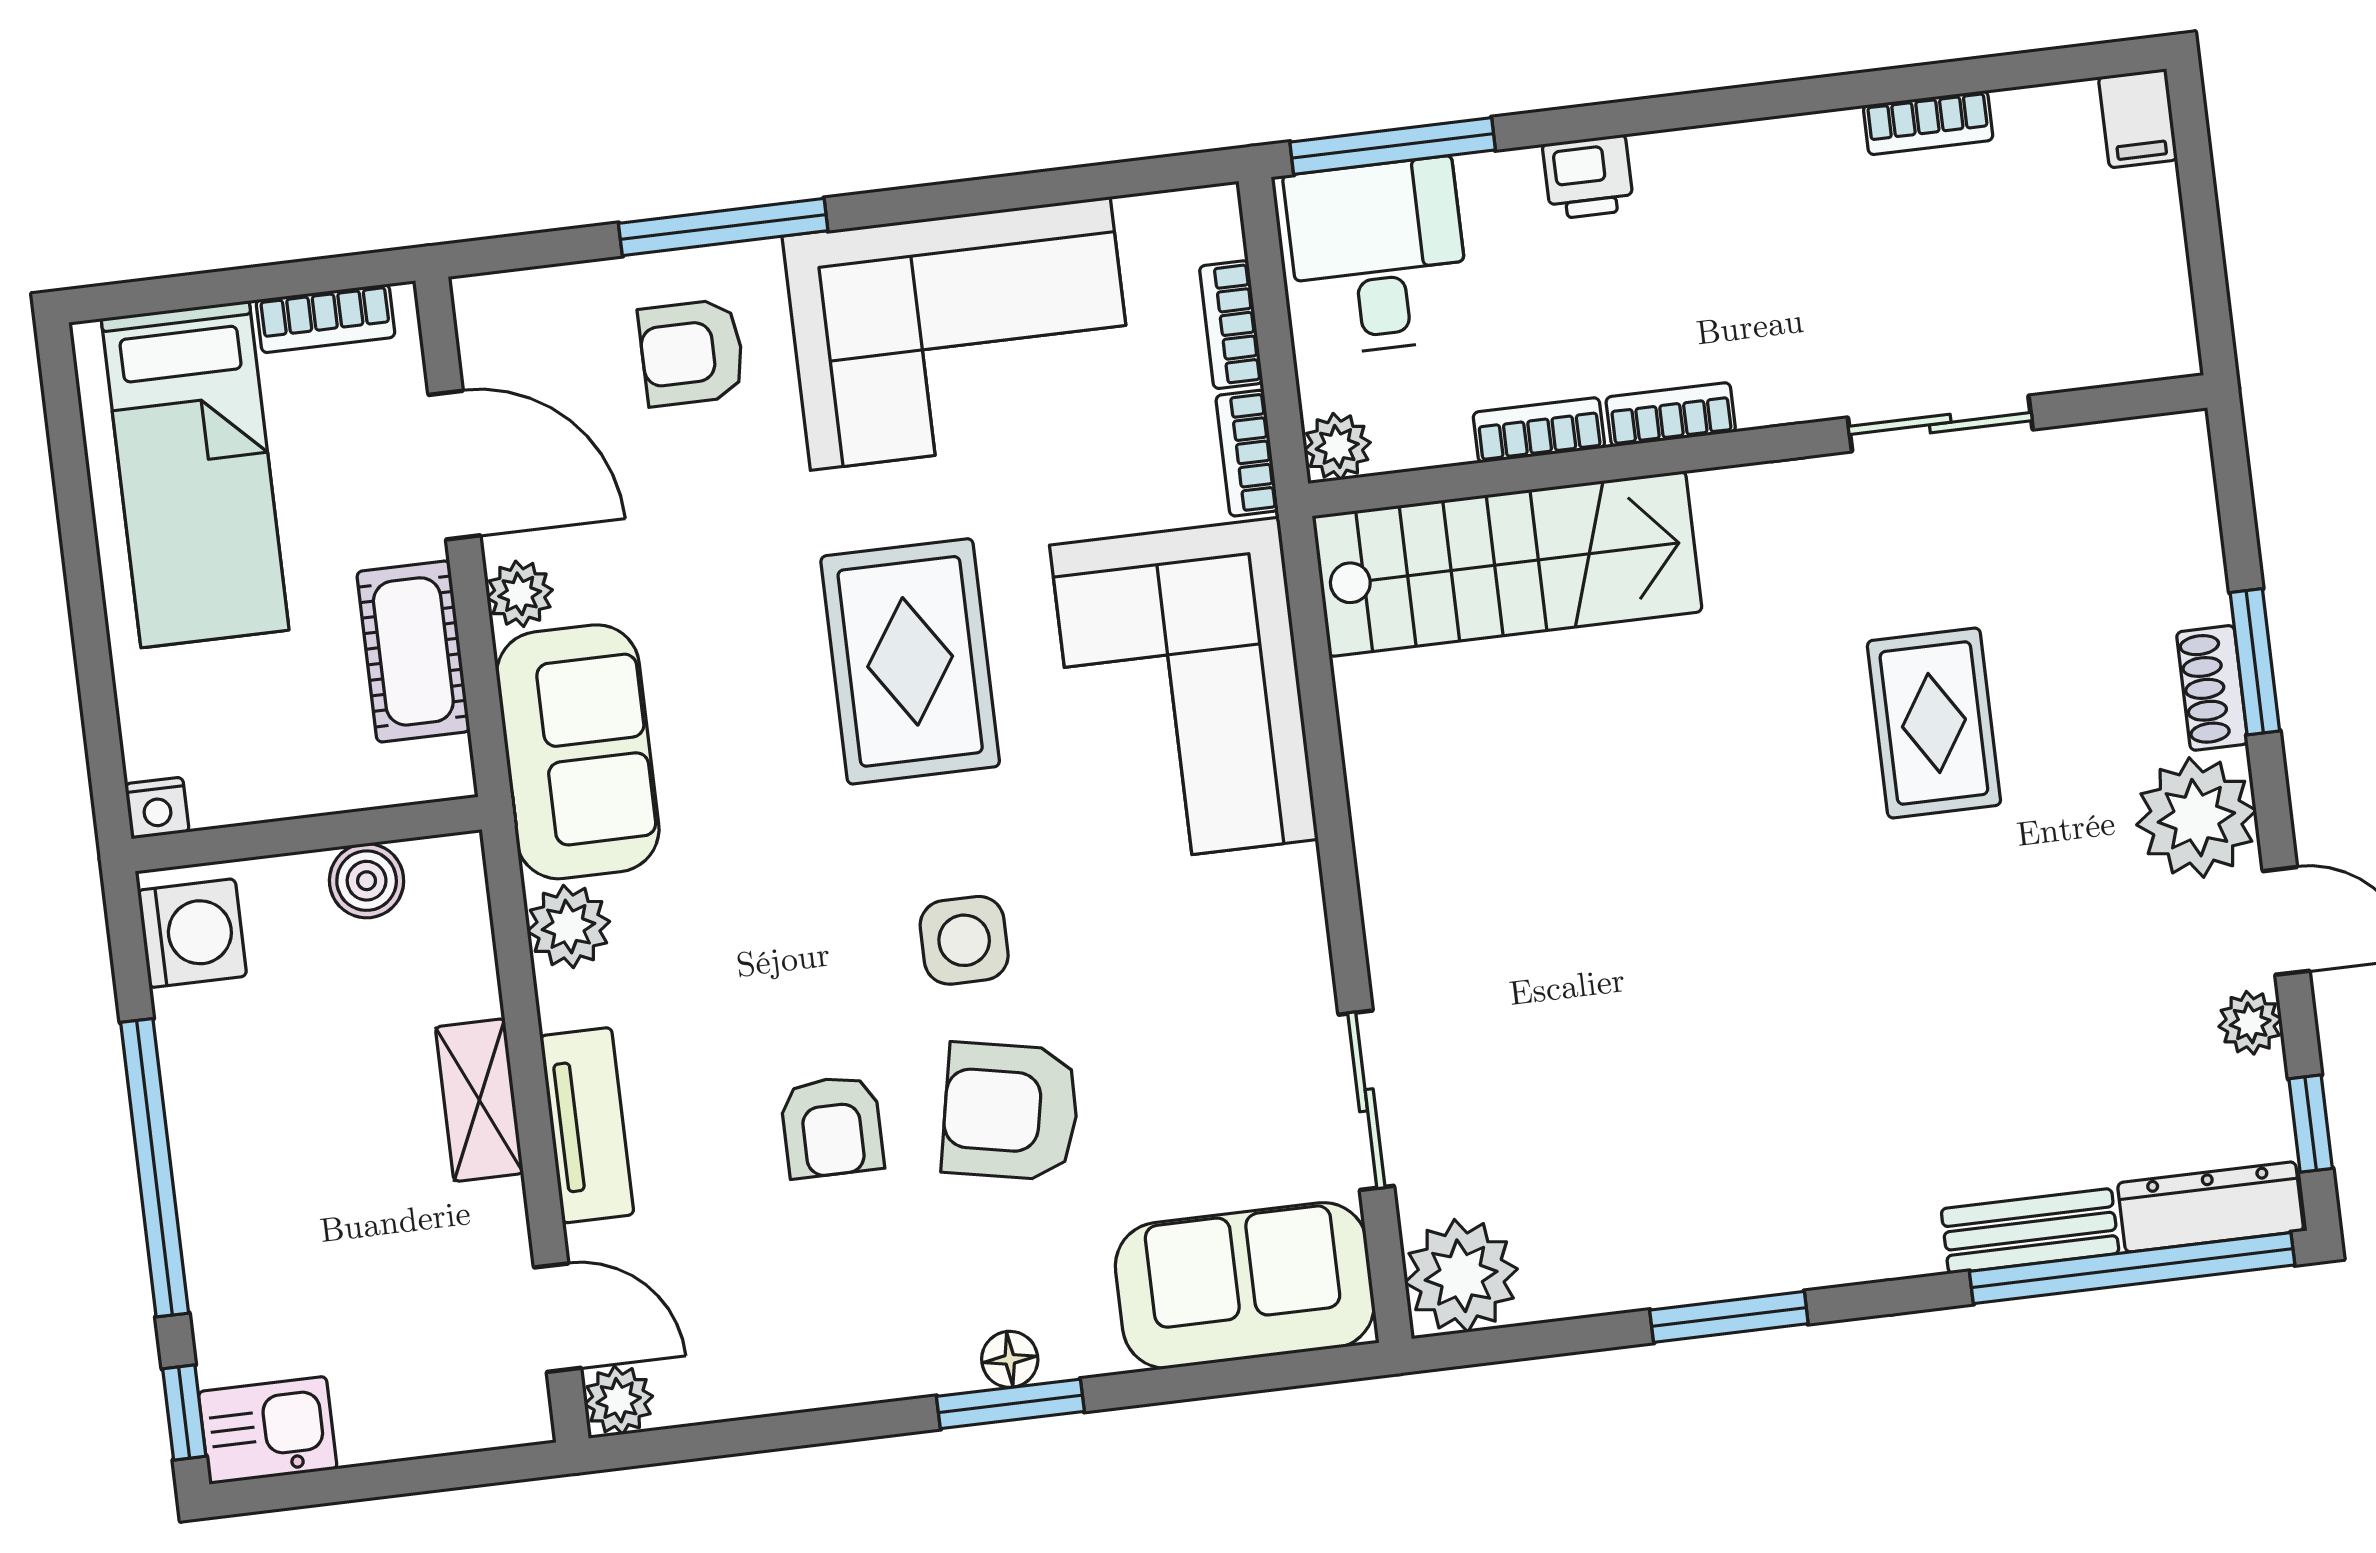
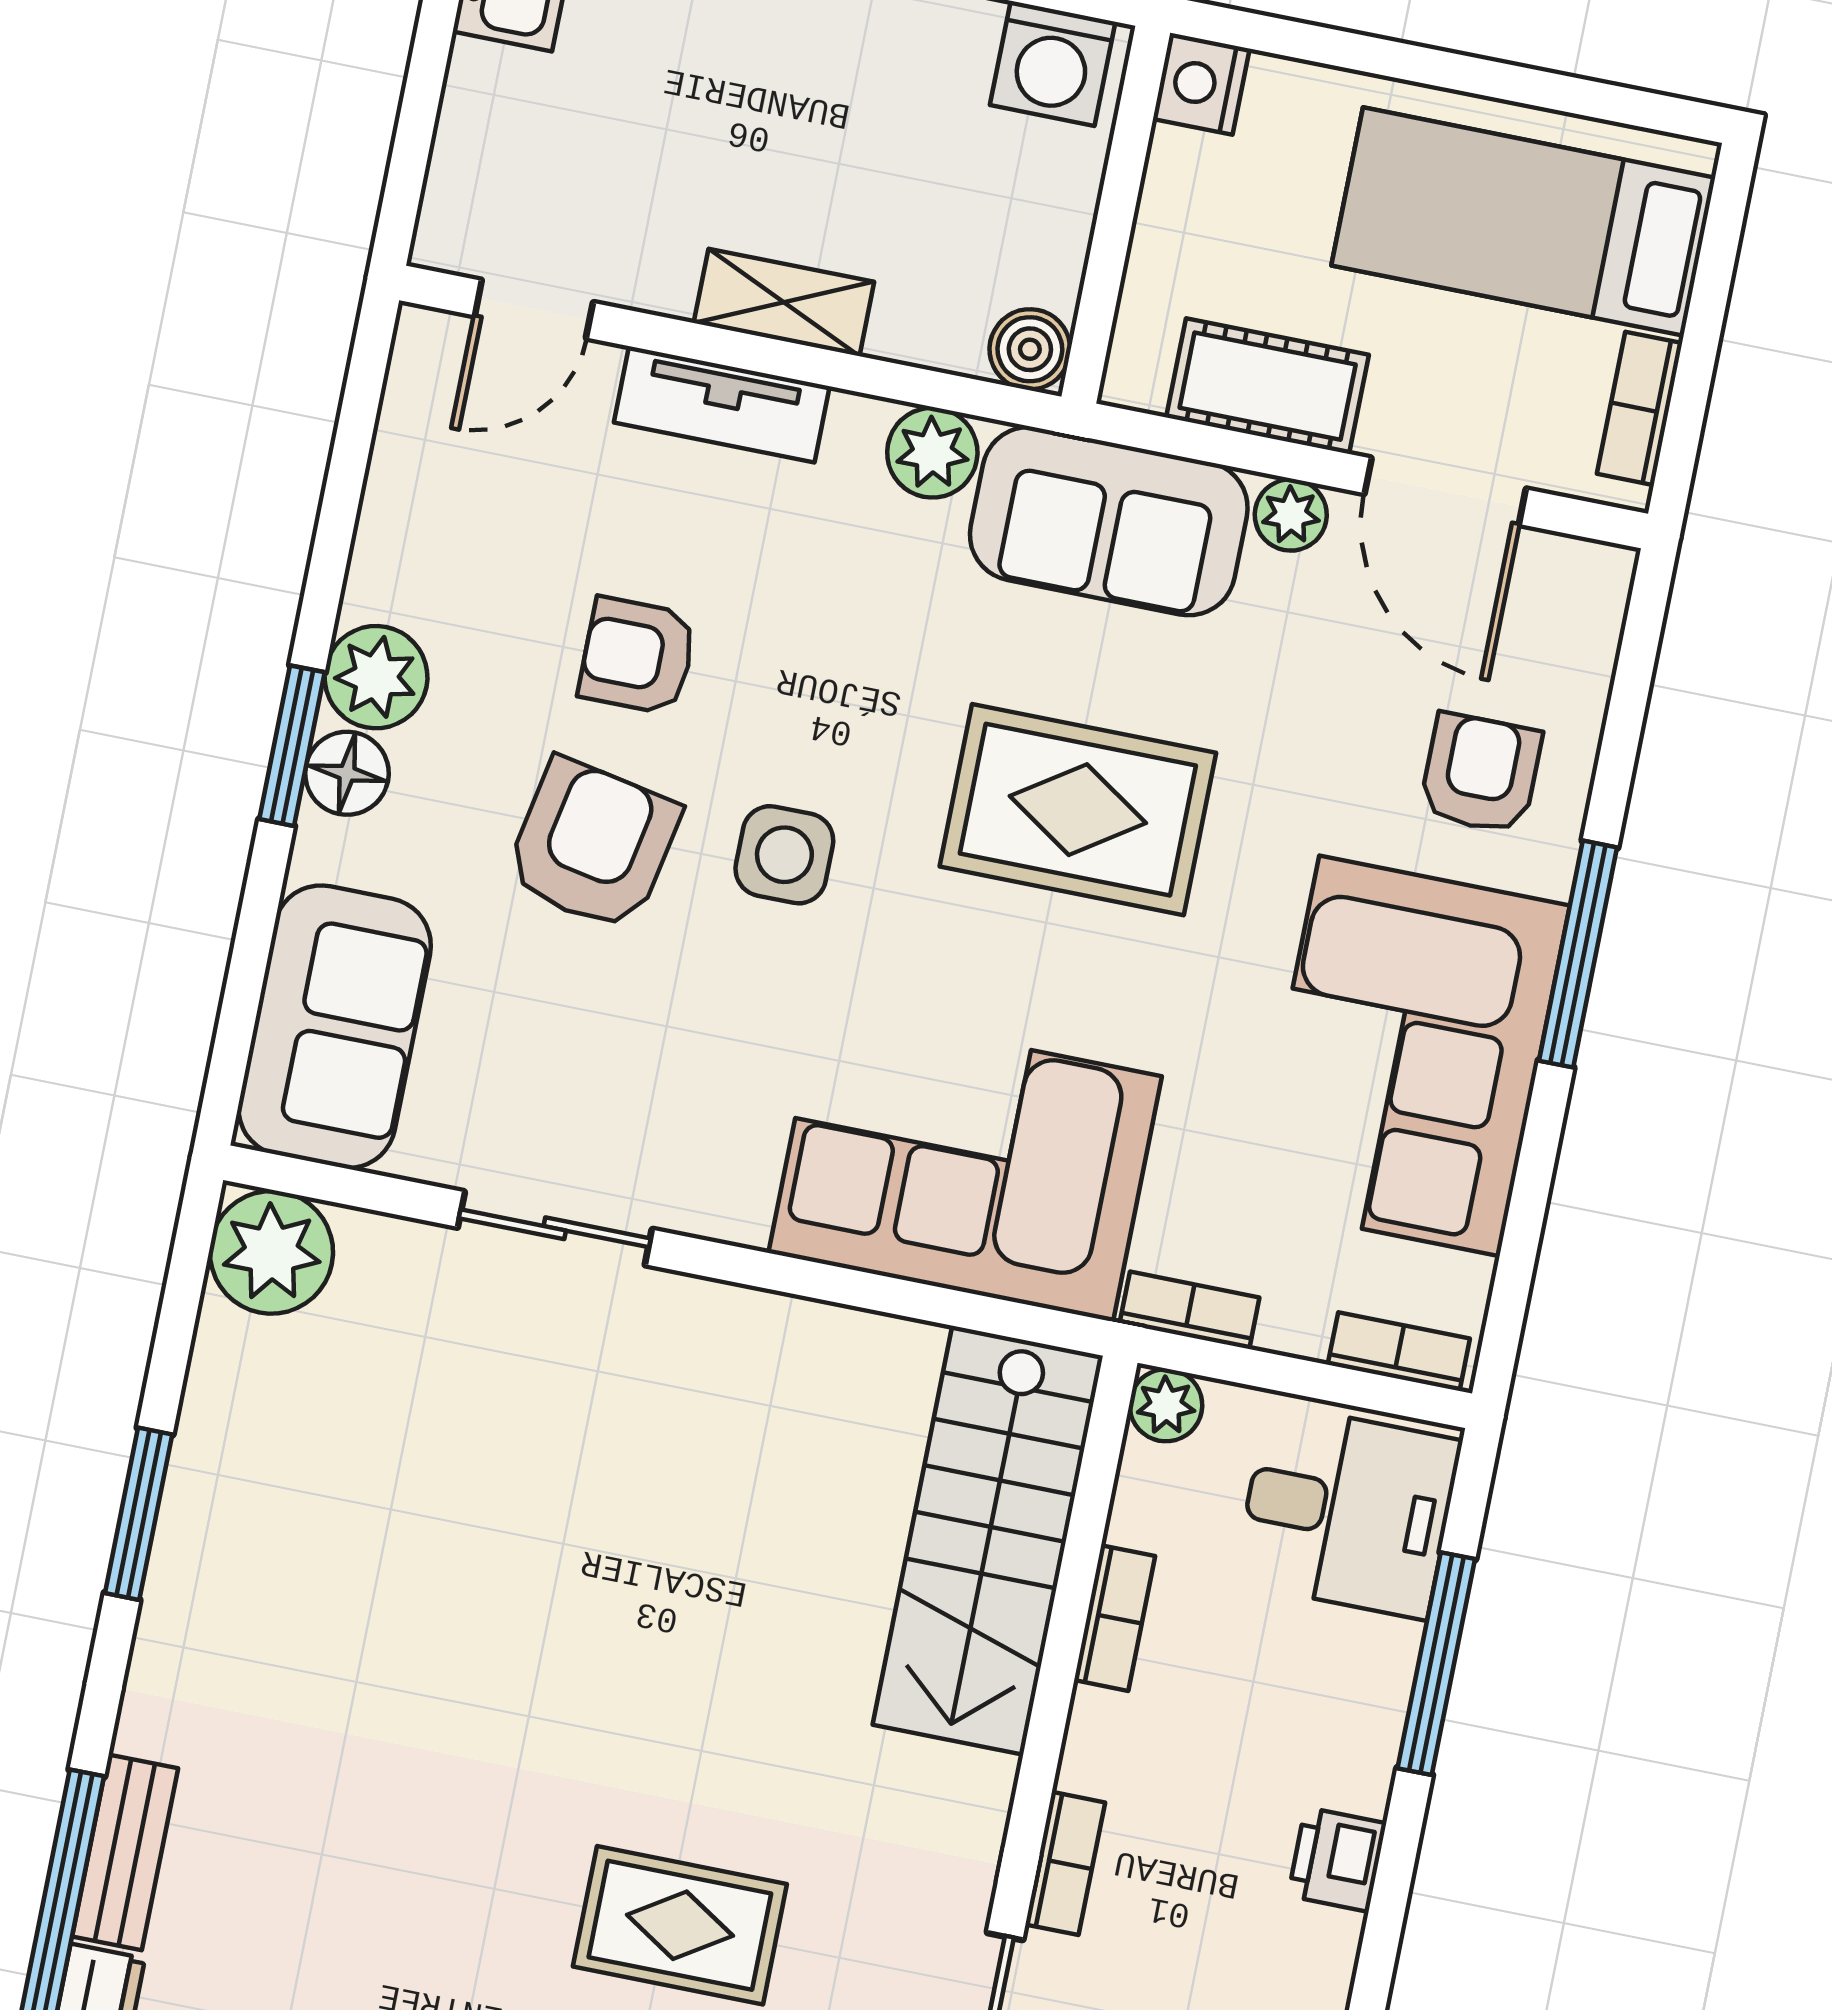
window: (1393, 146) -> (1436, 1664), moved
printer: (1588, 177) -> (1337, 1859), moved
window: (723, 227) -> (1578, 954), moved
bookcase: (1231, 325) -> (1399, 1352), moved
bookcase: (1671, 415) -> (1065, 1863), moved
door: (454, 465) -> (1445, 491), hinge flipped
rug: (910, 661) -> (1078, 810), moved
nightstand: (157, 808) -> (1201, 84), width x1.39, depth x1.35
boiler: (367, 881) -> (1030, 349), moved
sliding door: (1366, 1100) -> (555, 1228), moved
floor lamp: (1010, 1359) -> (347, 773), width x1.37, depth x1.37
plant: (619, 1400) -> (376, 677), moved, width x1.38, depth x1.38

